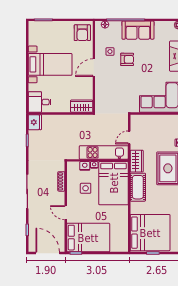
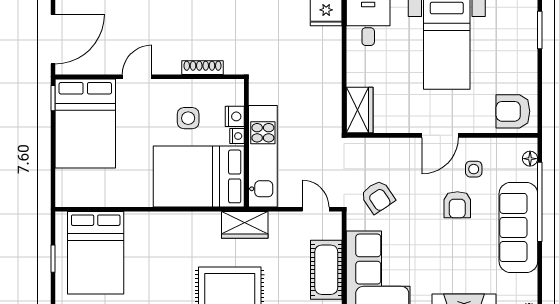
sofa: (138, 30) -> (518, 227), width x1.36
door: (94, 68) -> (440, 135), swing flipped
armchair: (123, 97) -> (378, 197), added
door: (129, 137) -> (316, 209), moved
cot: (138, 187) -> (326, 270), moved, turned 90
bed: (150, 233) -> (96, 253), width x0.73

